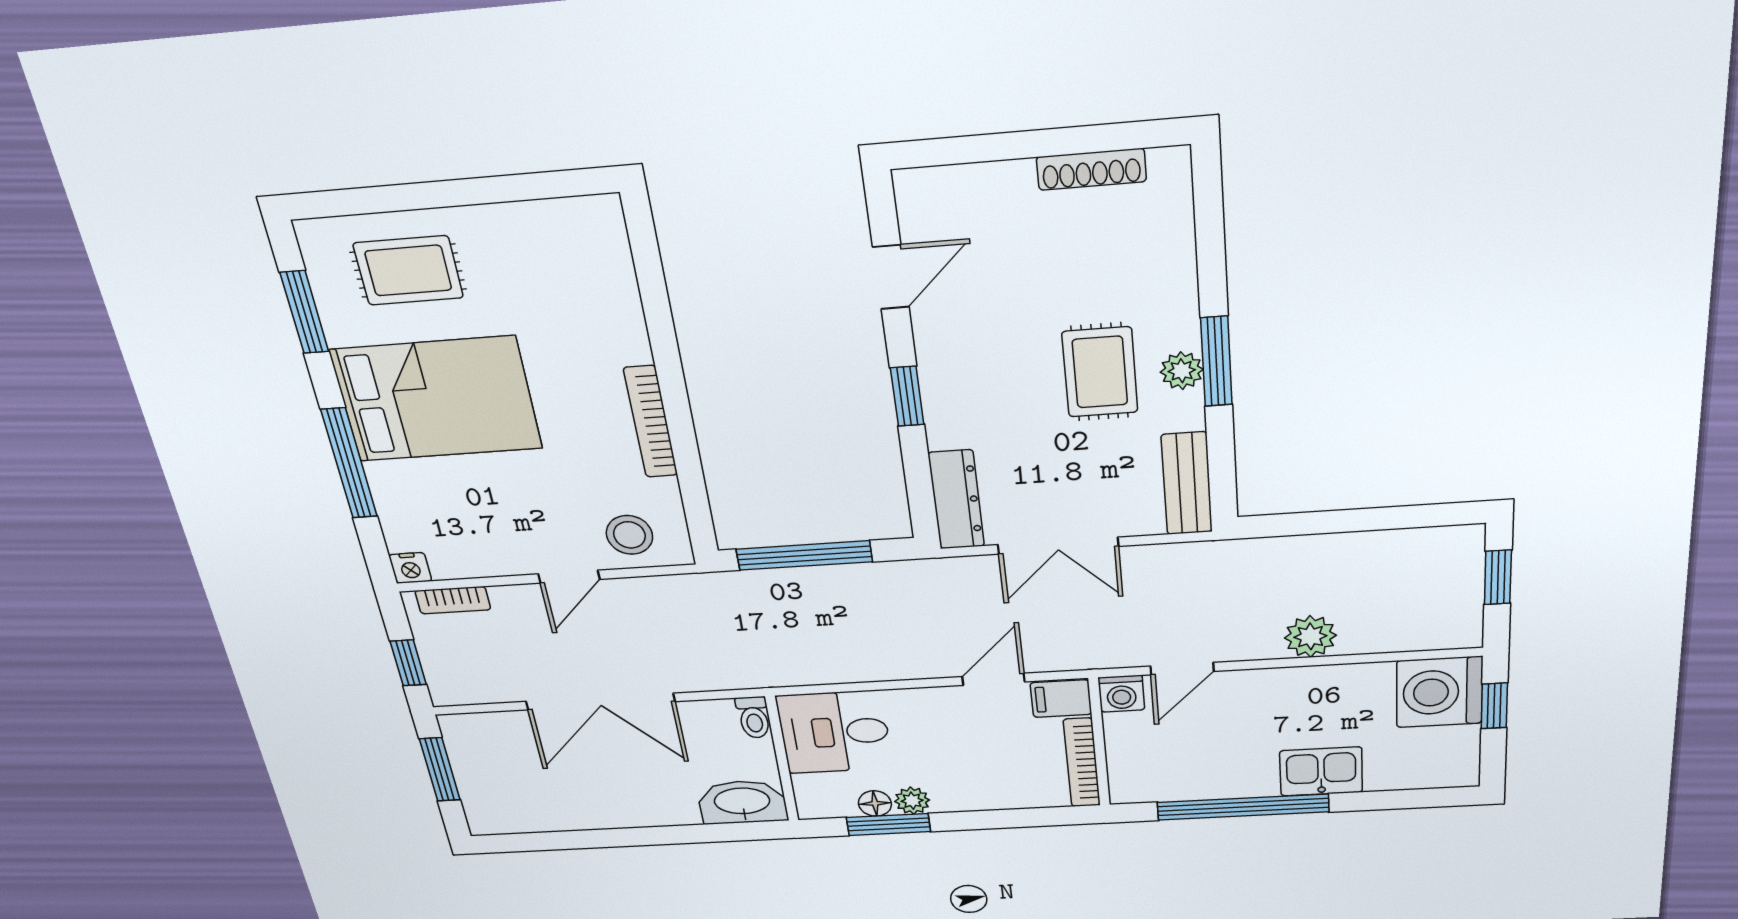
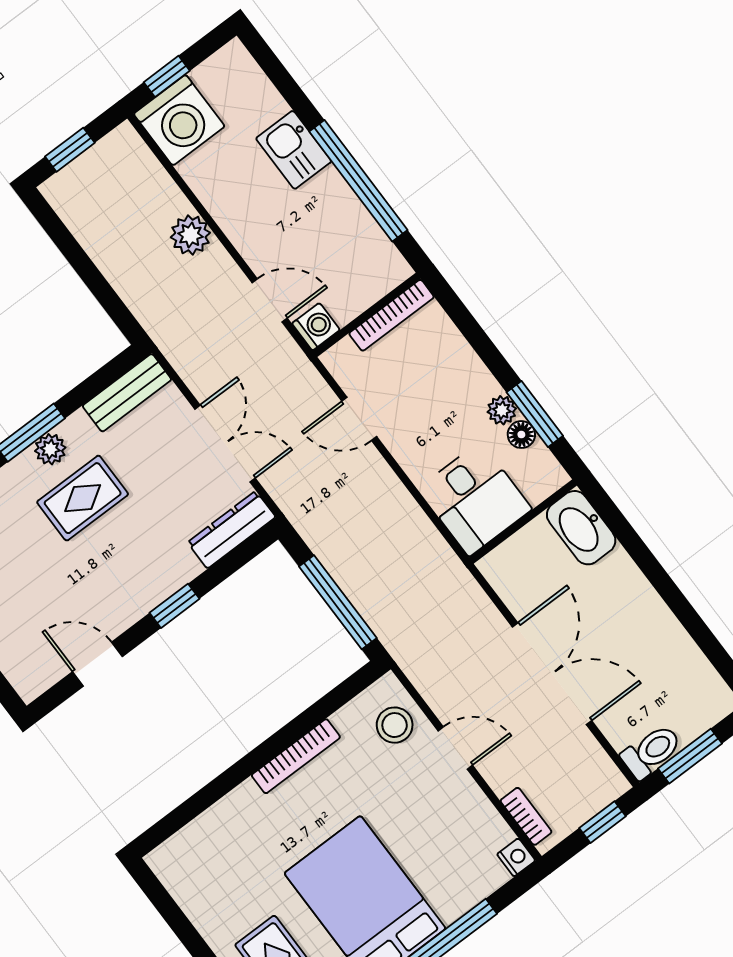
filing cabinet: (1061, 699) -> (346, 364), removed
toilet: (754, 717) -> (651, 751), moved, width x1.37, depth x1.39

